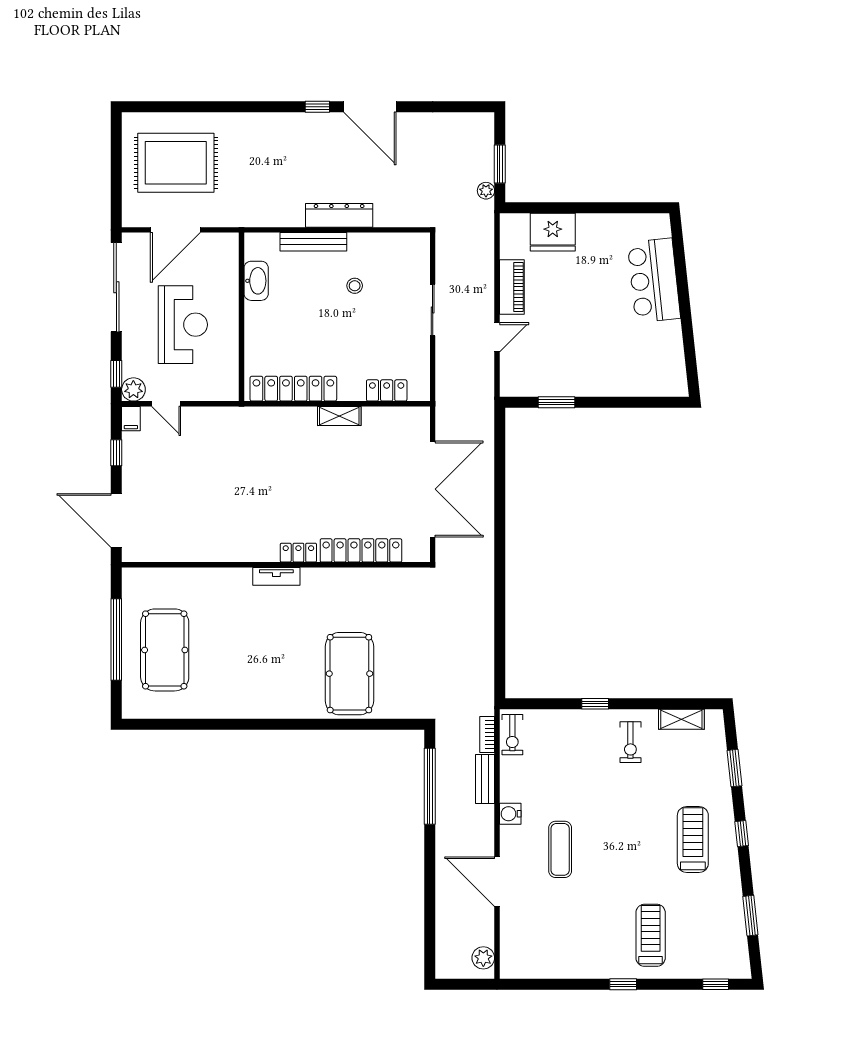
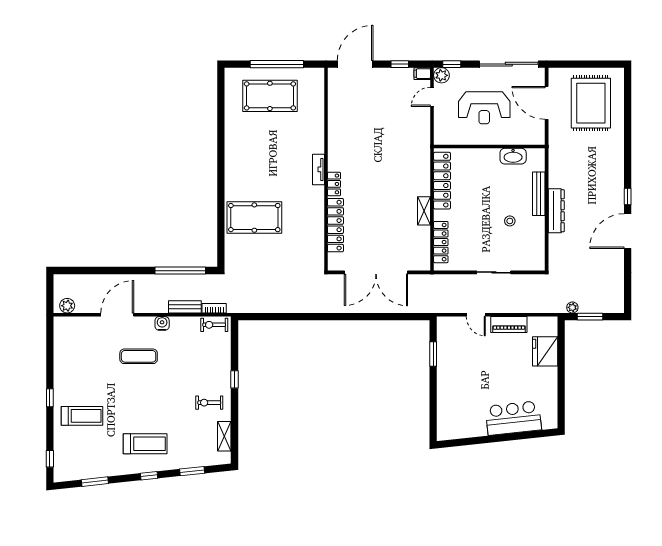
locker: (387, 390) -> (441, 242), width x1.53

